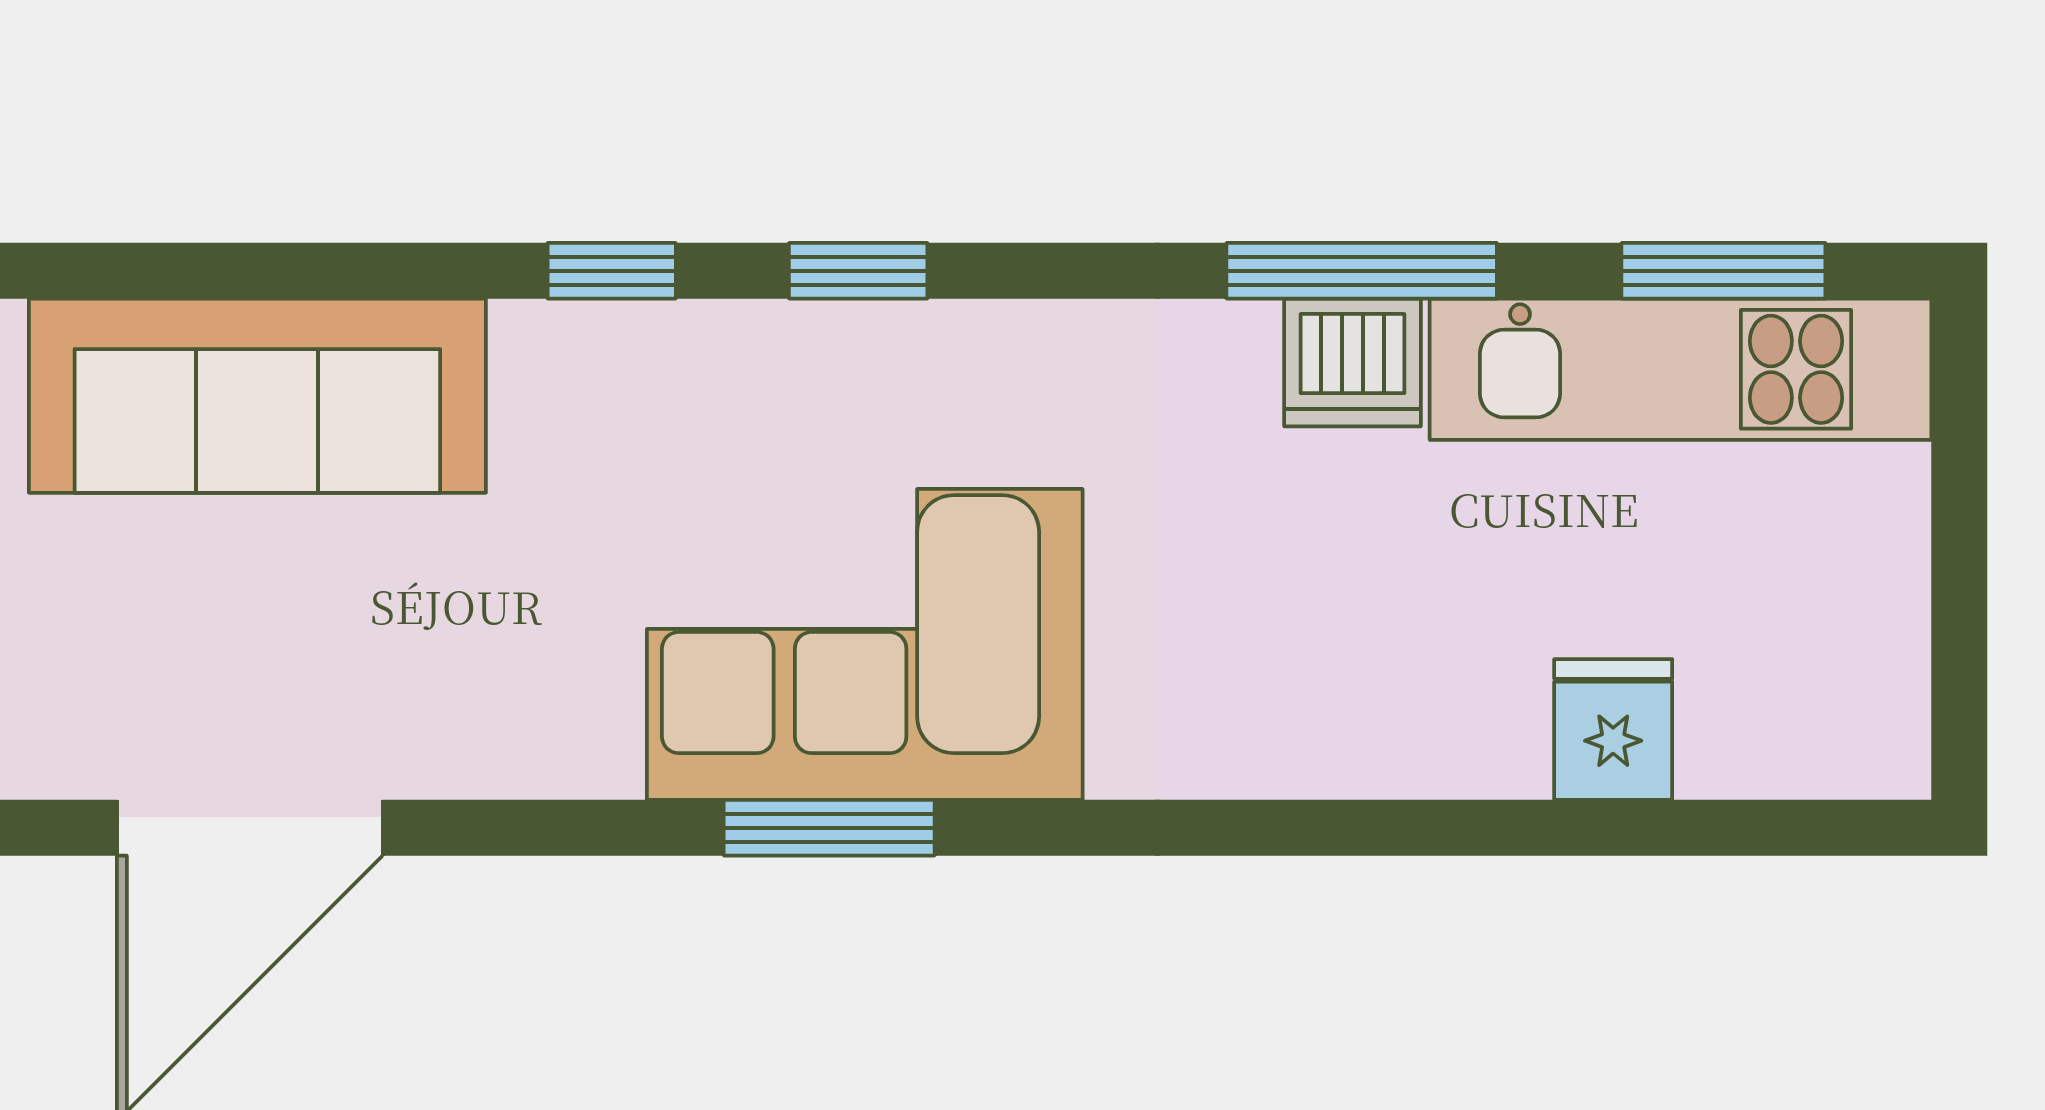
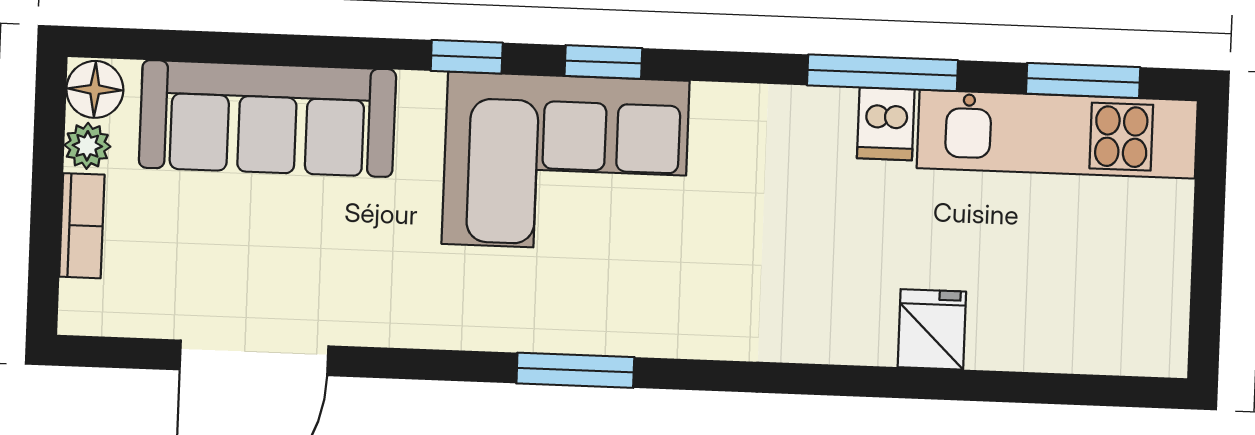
dishwasher: (1352, 362) -> (886, 124), width x0.73
corner sofa: (865, 644) -> (566, 162), moved, turned 180
fridge: (1613, 729) -> (932, 329), moved

